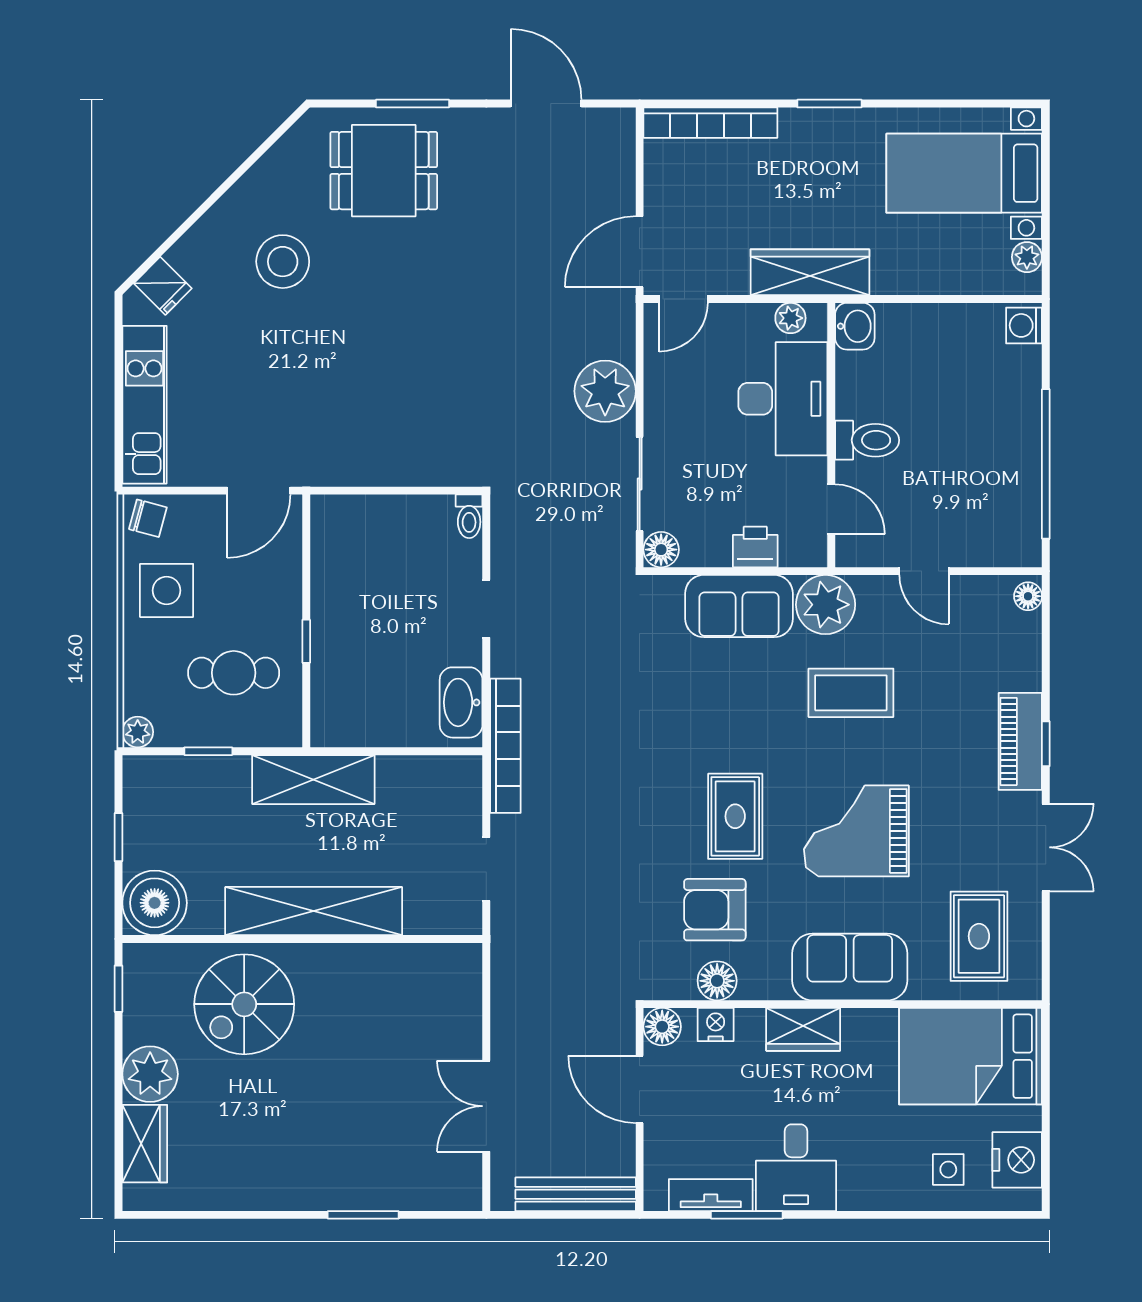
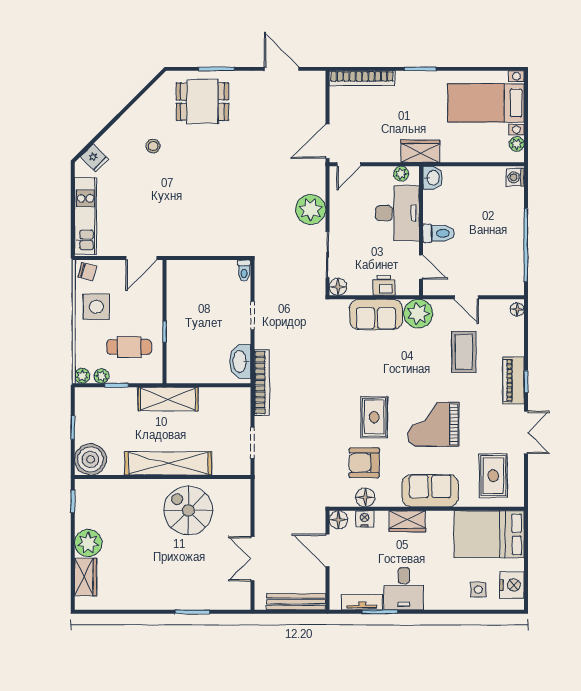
stool: (283, 262) -> (153, 146), width x0.53, depth x0.53
wardrobe: (810, 272) -> (420, 151), width x0.67
coffee table: (851, 693) -> (464, 352), moved, turned 90
plant: (177, 732) -> (102, 376), added
spiral stairs: (244, 1004) -> (188, 510), moved, turned 90

